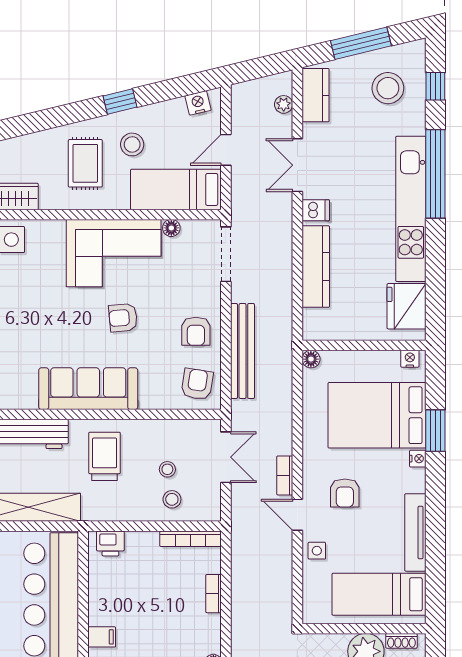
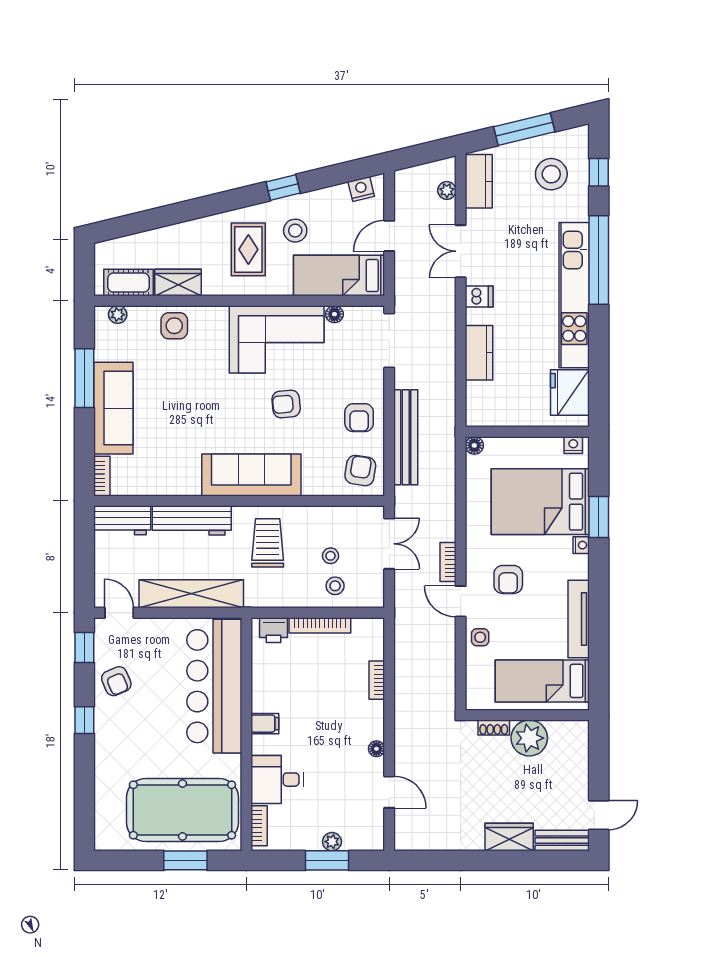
kitchen counter: (316, 267) -> (479, 353), width x0.67
bookcase: (191, 539) -> (320, 625), moved
shoe rack: (401, 641) -> (494, 728), moved

